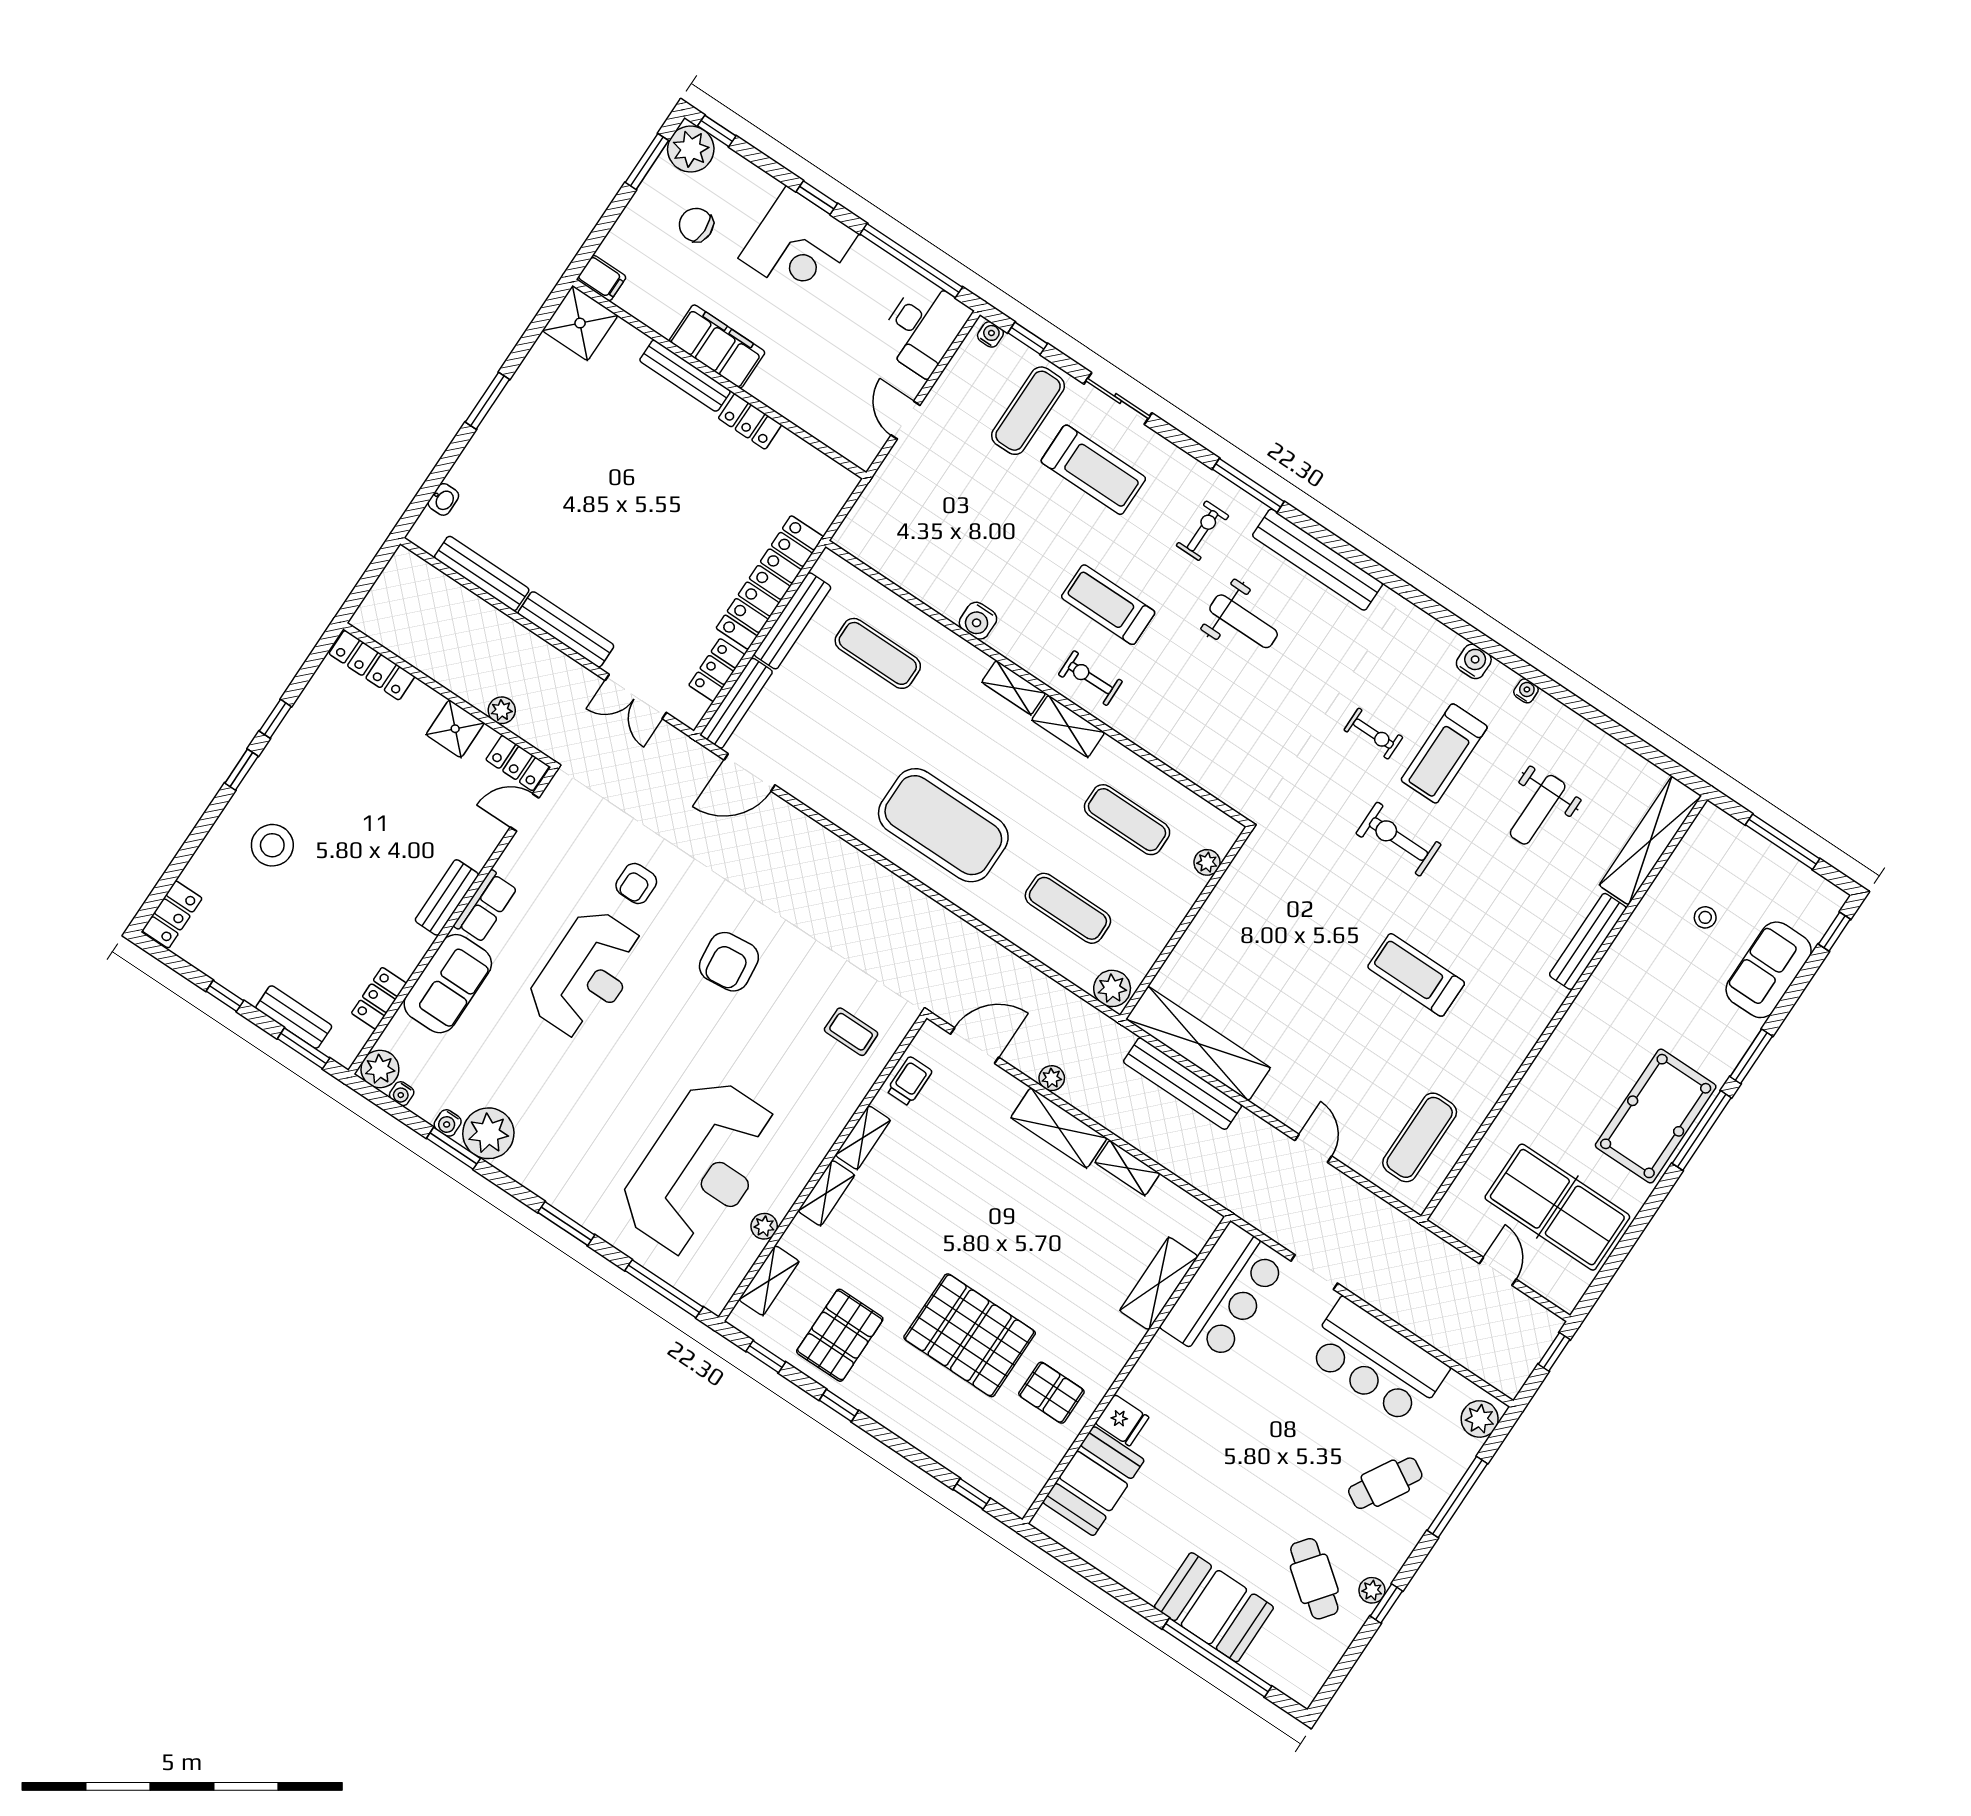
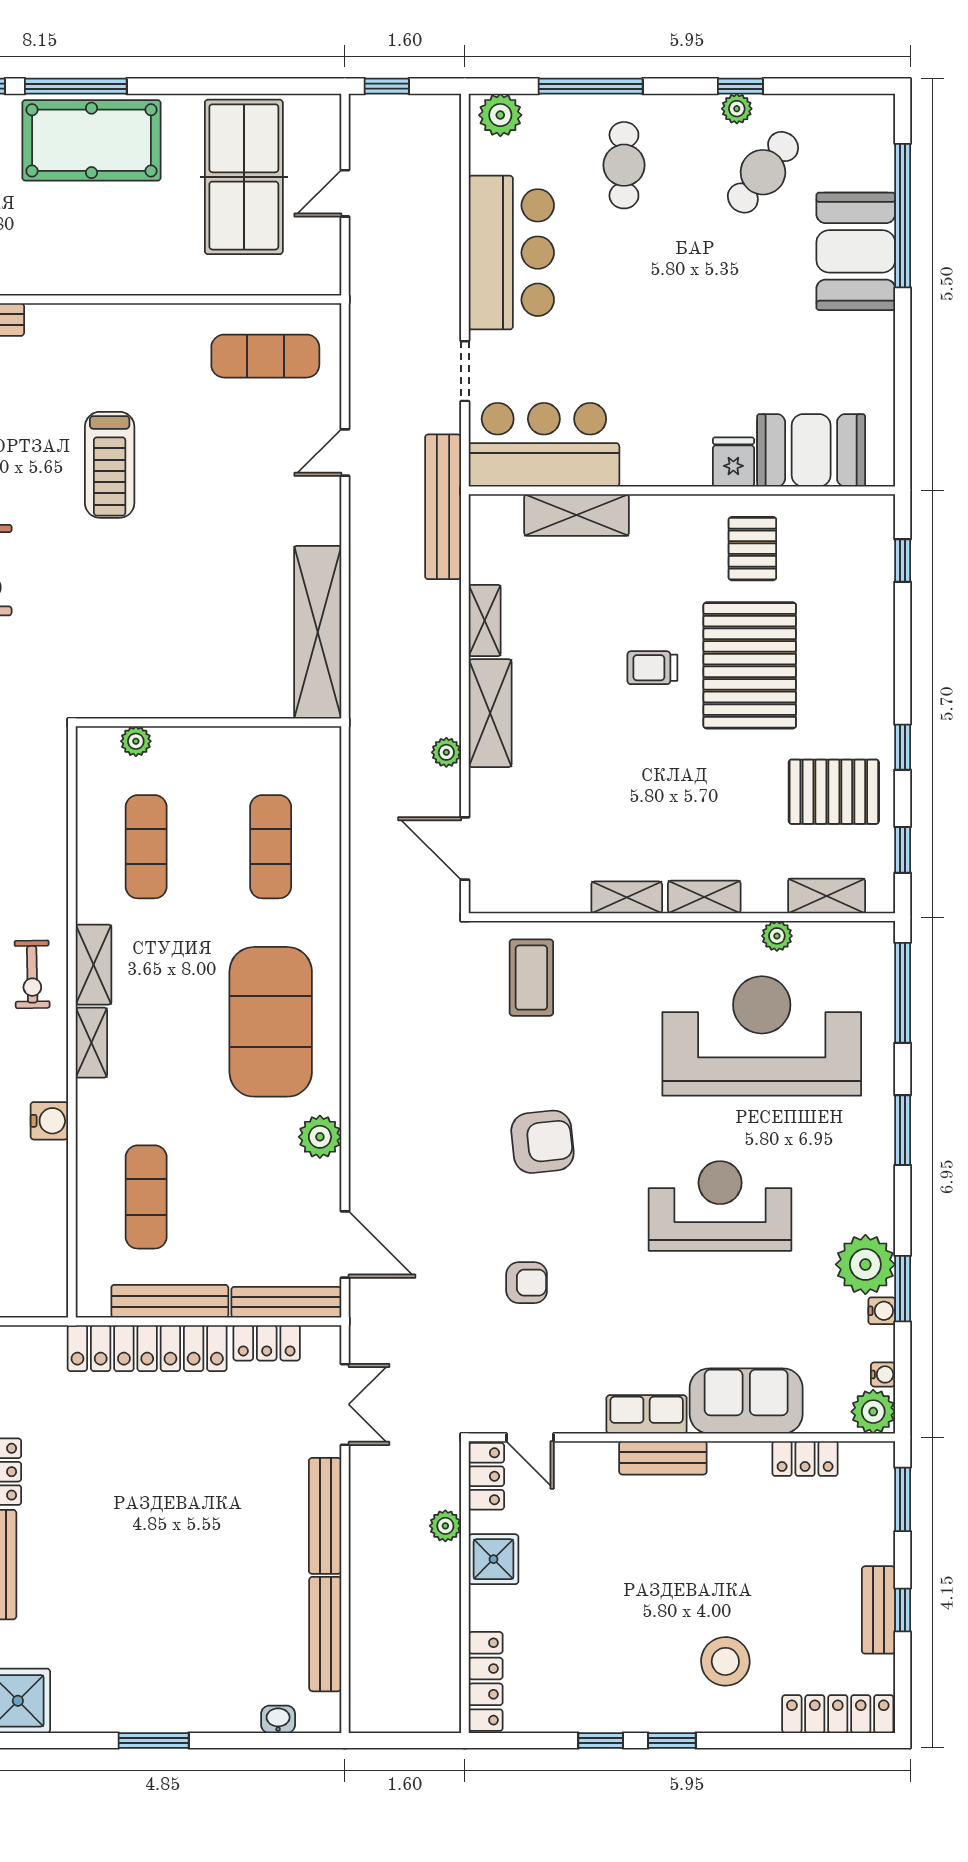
locker: (172, 914) -> (838, 1714), width x1.53
reception desk: (586, 974) -> (720, 1206), moved
plant: (1112, 988) -> (320, 1137), moved
bench: (294, 1017) -> (879, 1610), moved
coffee table: (851, 1032) -> (531, 978), width x1.36, depth x1.30
trolley: (909, 1081) -> (652, 668), moved
bench: (1183, 1084) -> (443, 507), moved
cafe table: (1385, 1483) -> (624, 165), turned 60

